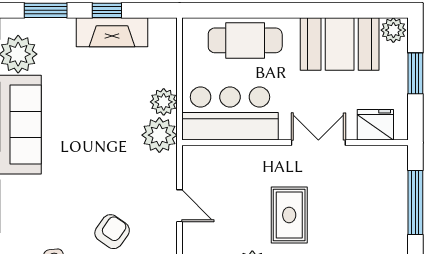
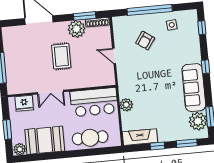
fireplace: (112, 32) -> (140, 137), moved
plant: (159, 135) -> (127, 89), removed

